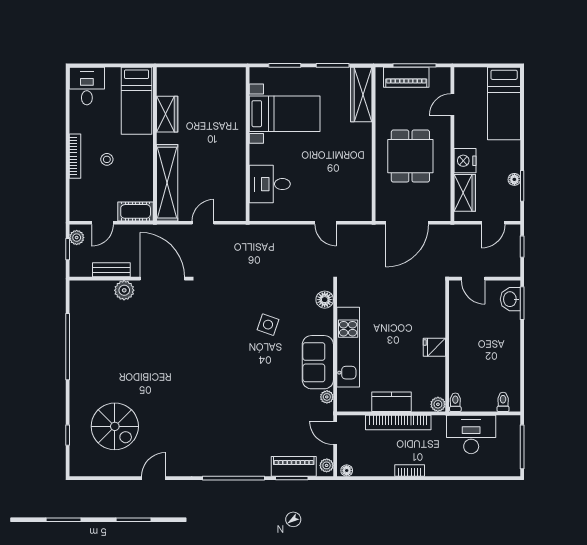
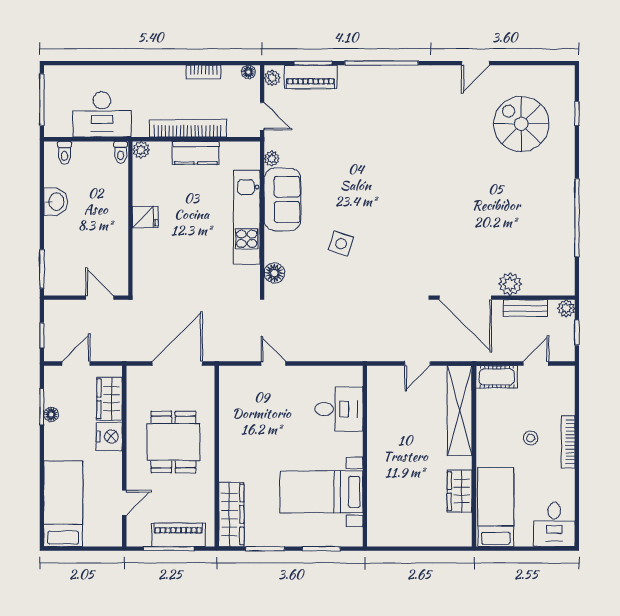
plant: (77, 238) -> (566, 308), moved
washbasin: (510, 299) -> (56, 202), moved
bookcase: (410, 470) -> (204, 72), moved

